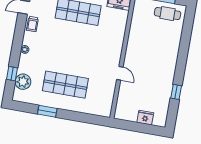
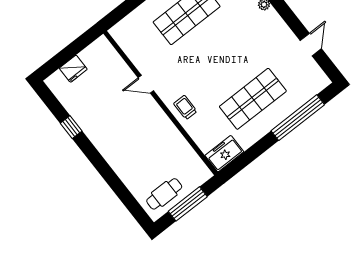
trolley: (32, 24) -> (185, 107), moved

